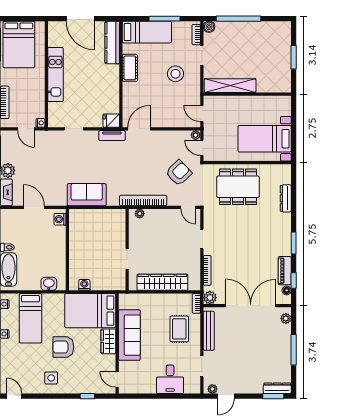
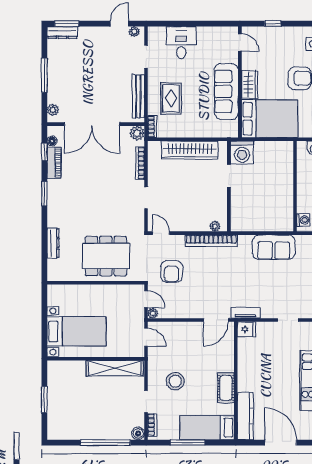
bed with nightstands: (265, 139) -> (76, 331), moved
armchair: (179, 173) -> (172, 271), turned -46
washing machine: (84, 285) -> (242, 152), moved, width x1.89, depth x1.89

